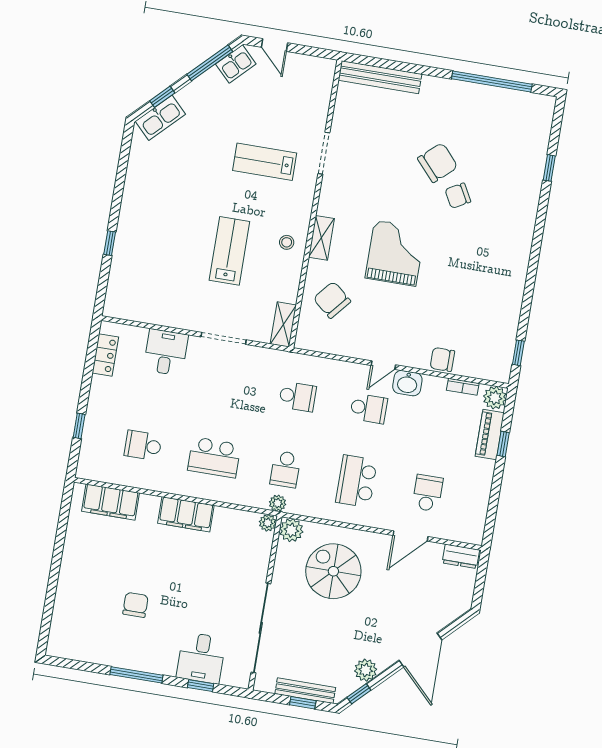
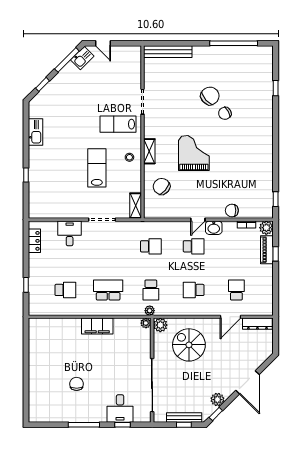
kitchen sink: (160, 118) -> (36, 132), moved, turned -45
lab bench: (265, 162) -> (118, 124), moved
school desk: (143, 445) -> (65, 290), turned 180
school desk: (214, 457) -> (108, 290), turned 180
school desk: (356, 481) -> (194, 290), width x0.54
filing cabinet: (111, 502) -> (52, 326), removed
dresser: (461, 556) -> (257, 324), width x1.44

